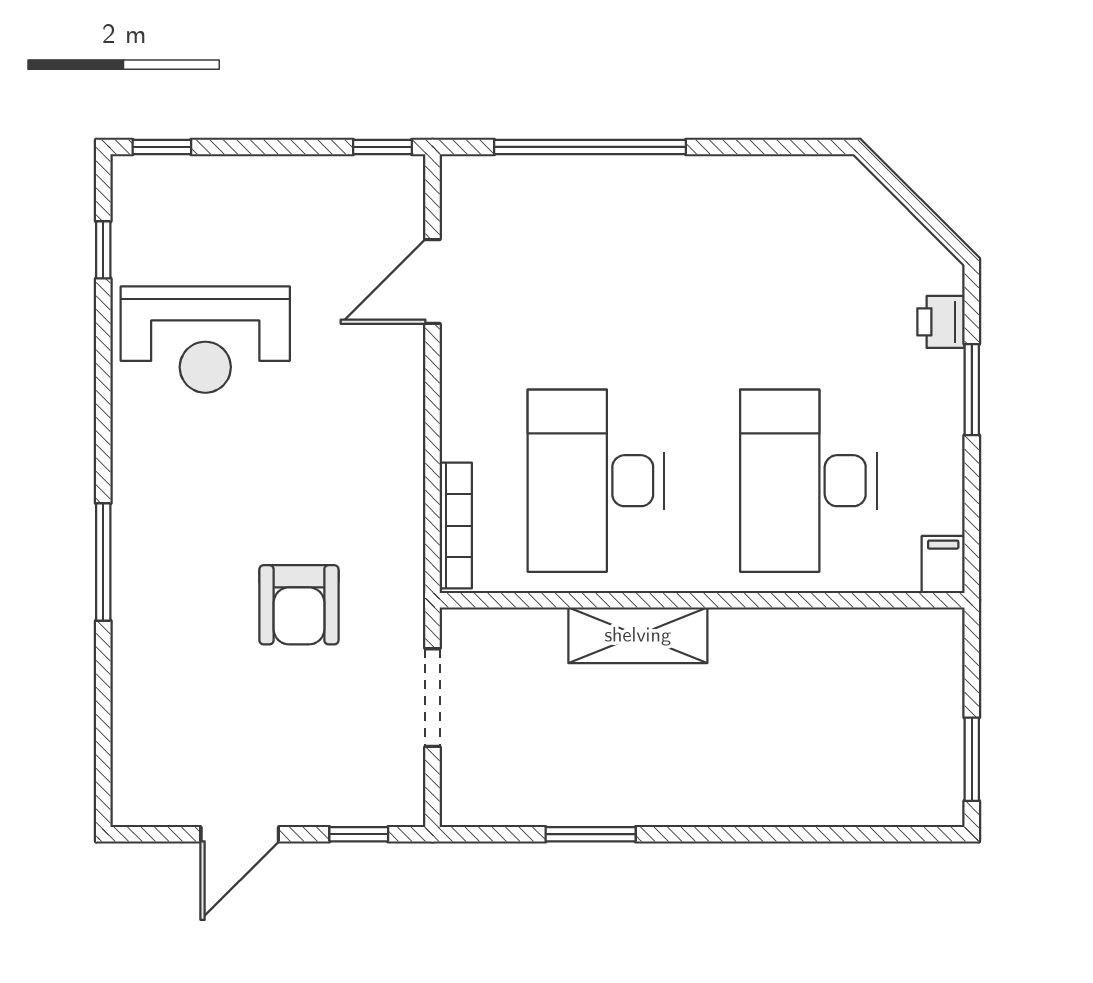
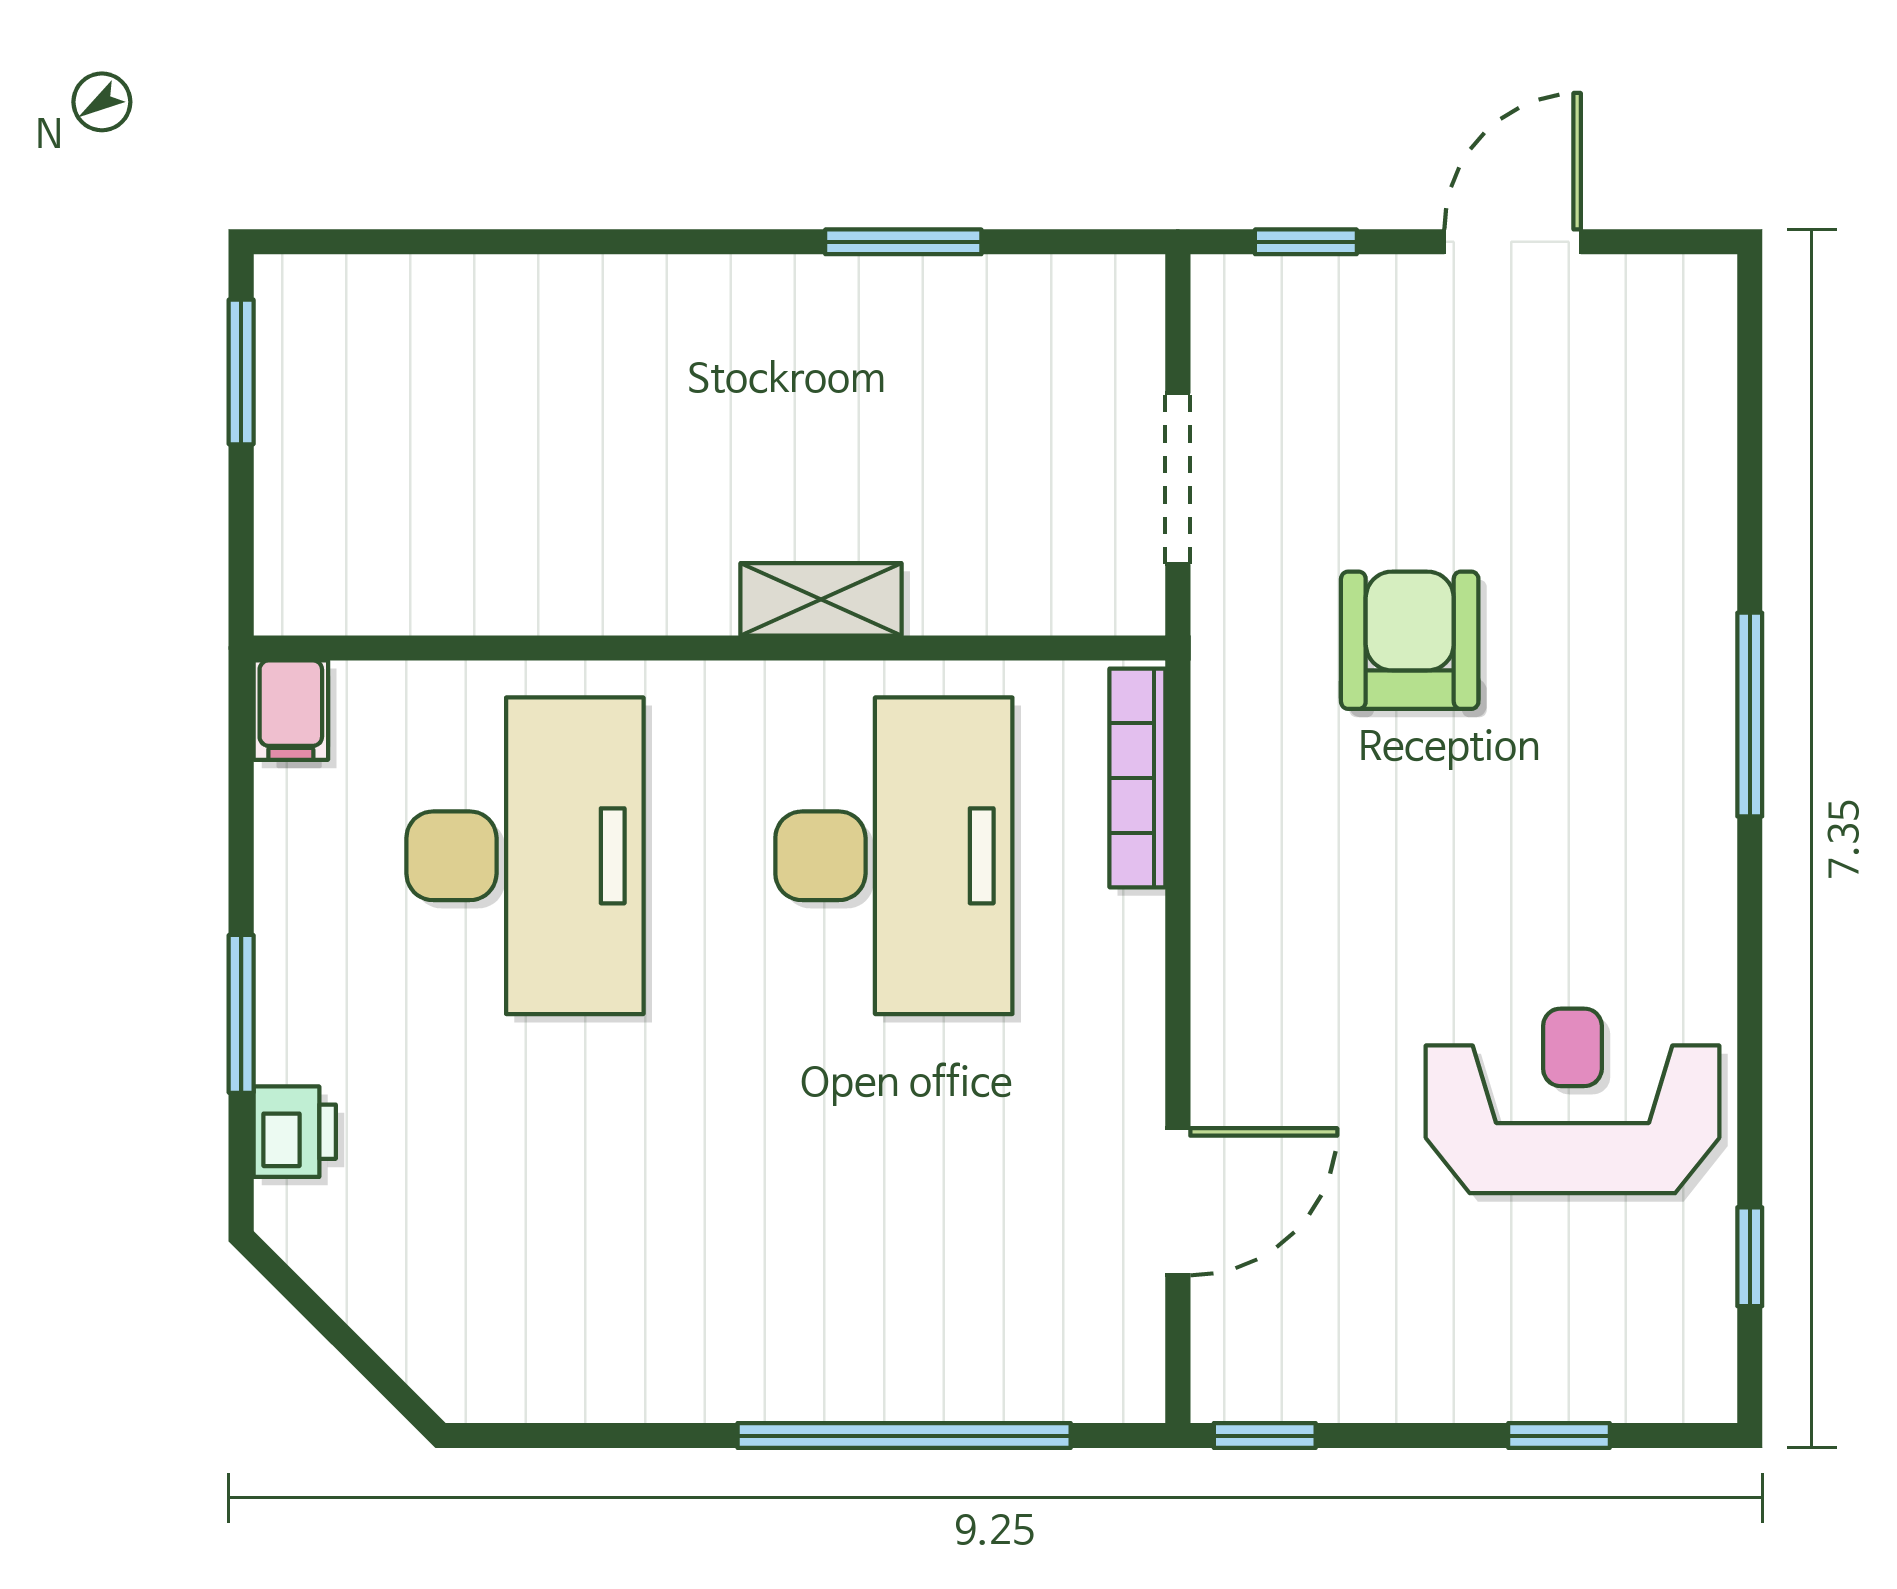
window: (162, 147) -> (1559, 1436), moved
shelving: (638, 635) -> (821, 599), width x0.67, depth x0.75

